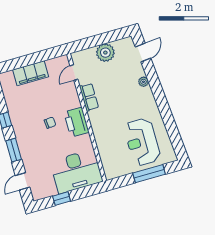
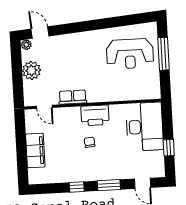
plant: (143, 82) -> (26, 45), moved

